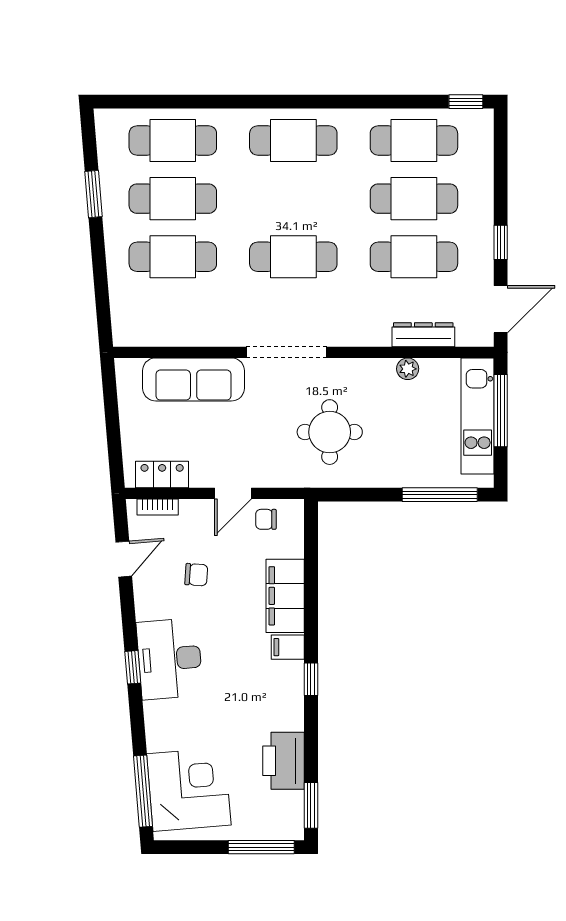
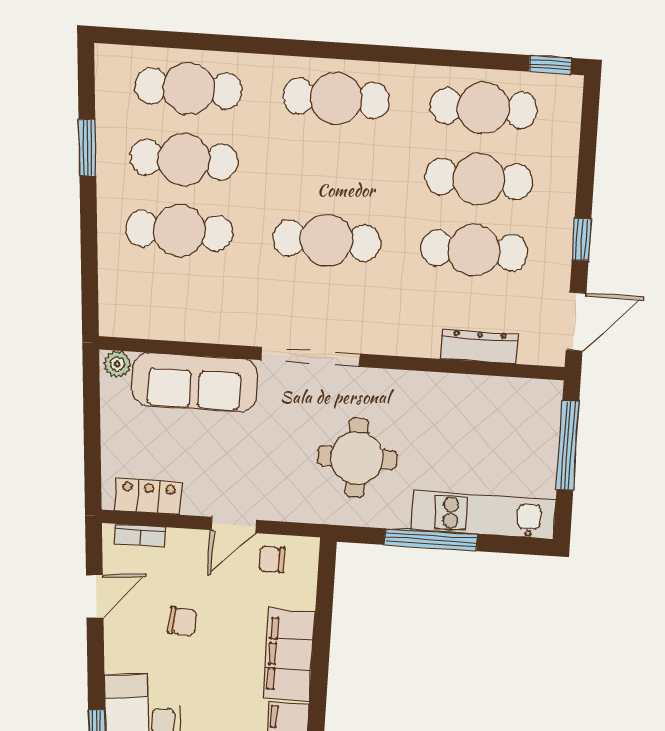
plant: (408, 369) -> (117, 364), moved
kitchen unit: (478, 416) -> (484, 515), moved, turned 90
window: (440, 495) -> (431, 540), moved

